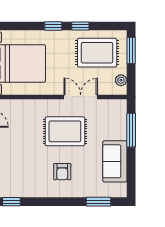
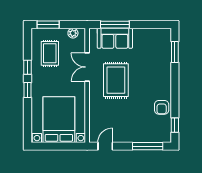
rug: (97, 53) -> (50, 53), width x0.73, depth x0.70
sofa: (115, 161) -> (115, 38), moved
armchair: (62, 172) -> (162, 107), moved, turned 90

